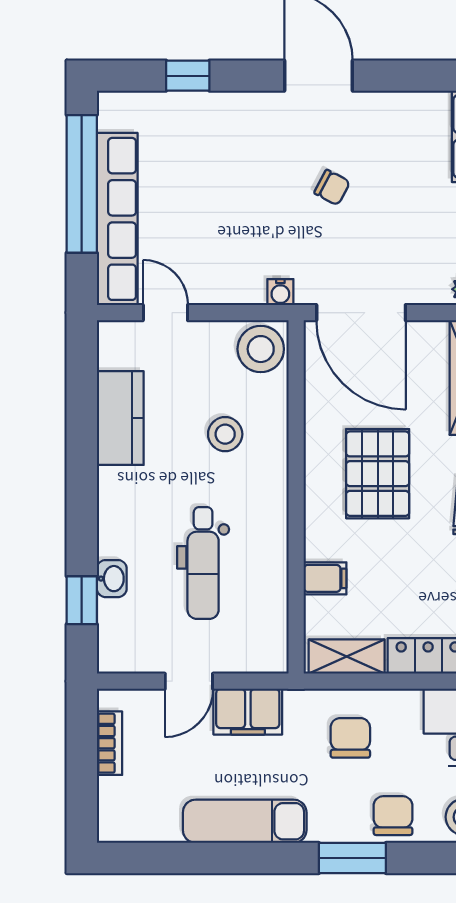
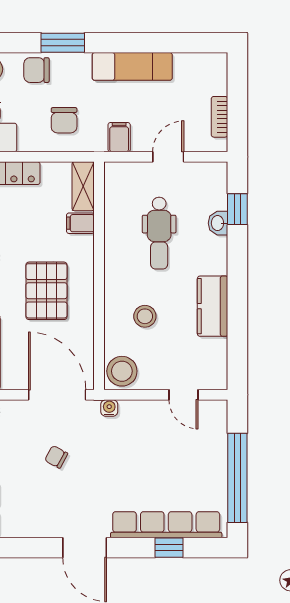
chair: (332, 187) -> (56, 457), moved
row of seats: (117, 219) -> (166, 525), moved, turned 90
kitchen counter: (120, 418) -> (213, 306), moved
dental chair: (203, 563) -> (159, 233), turned 180
shelving: (347, 657) -> (83, 186), moved, turned 90
filing cabinet: (248, 712) -> (119, 137), width x0.50
chair: (393, 816) -> (37, 70), turned 90

